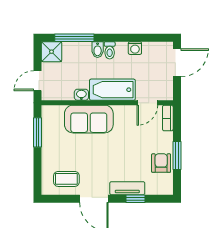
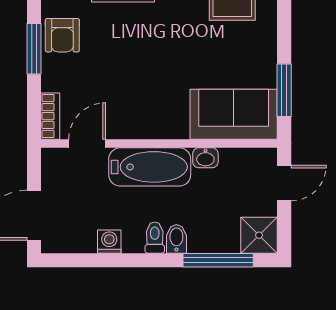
sofa: (89, 119) -> (234, 114), moved

